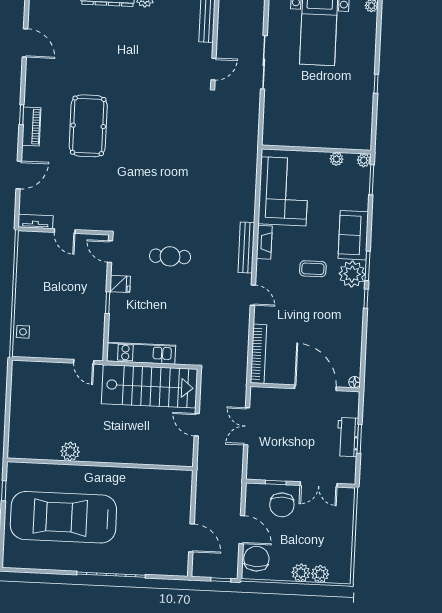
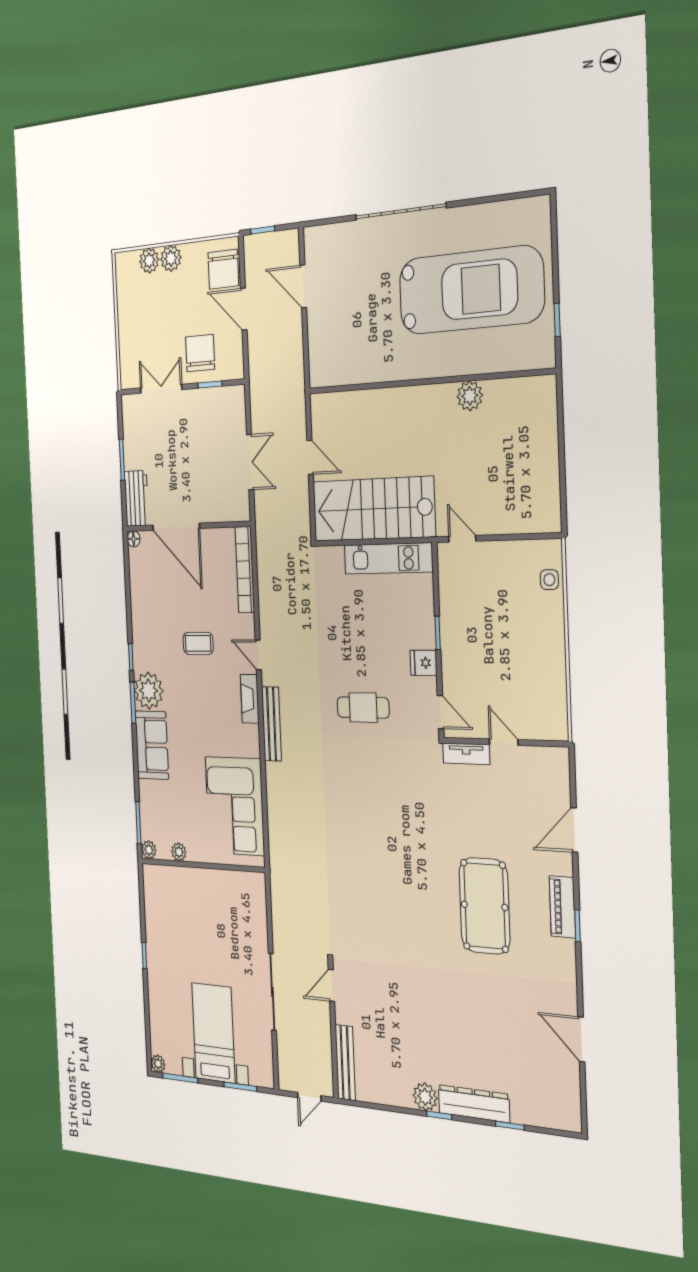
tv unit: (35, 221) -> (466, 754), moved
fireplace: (264, 242) -> (250, 699), moved
coffee table: (313, 269) -> (198, 643), moved
workbench: (348, 437) -> (136, 498), moved

